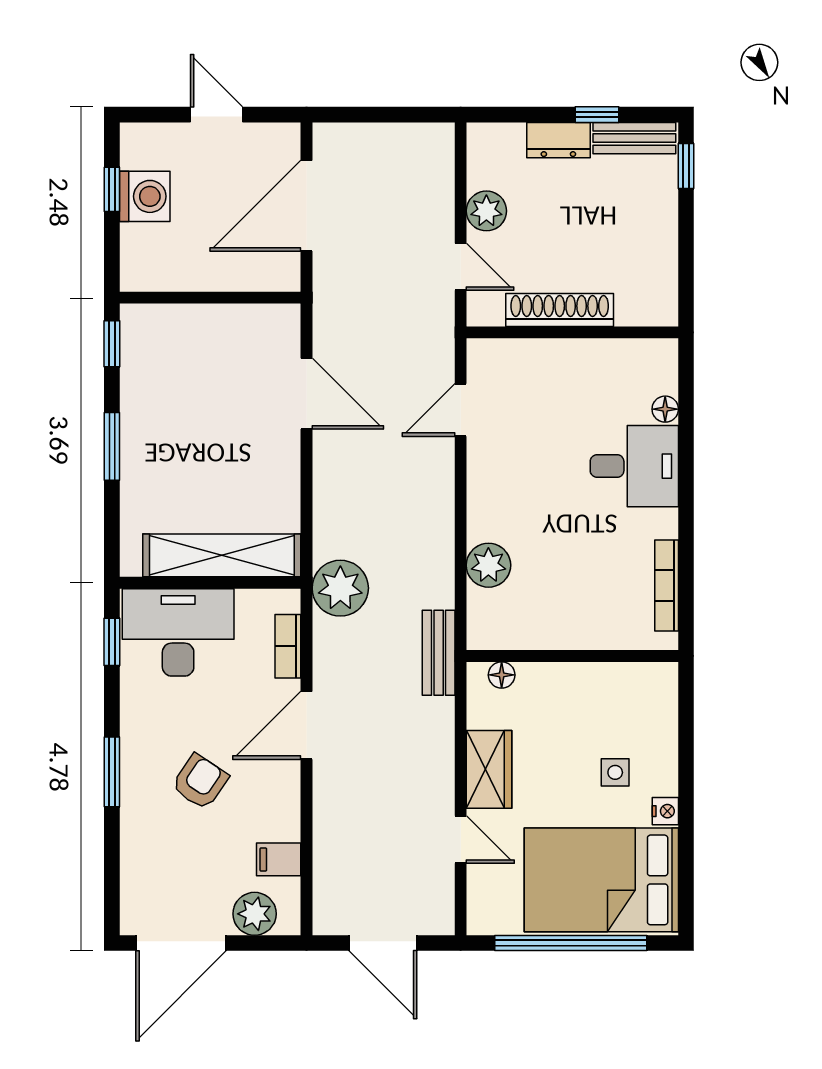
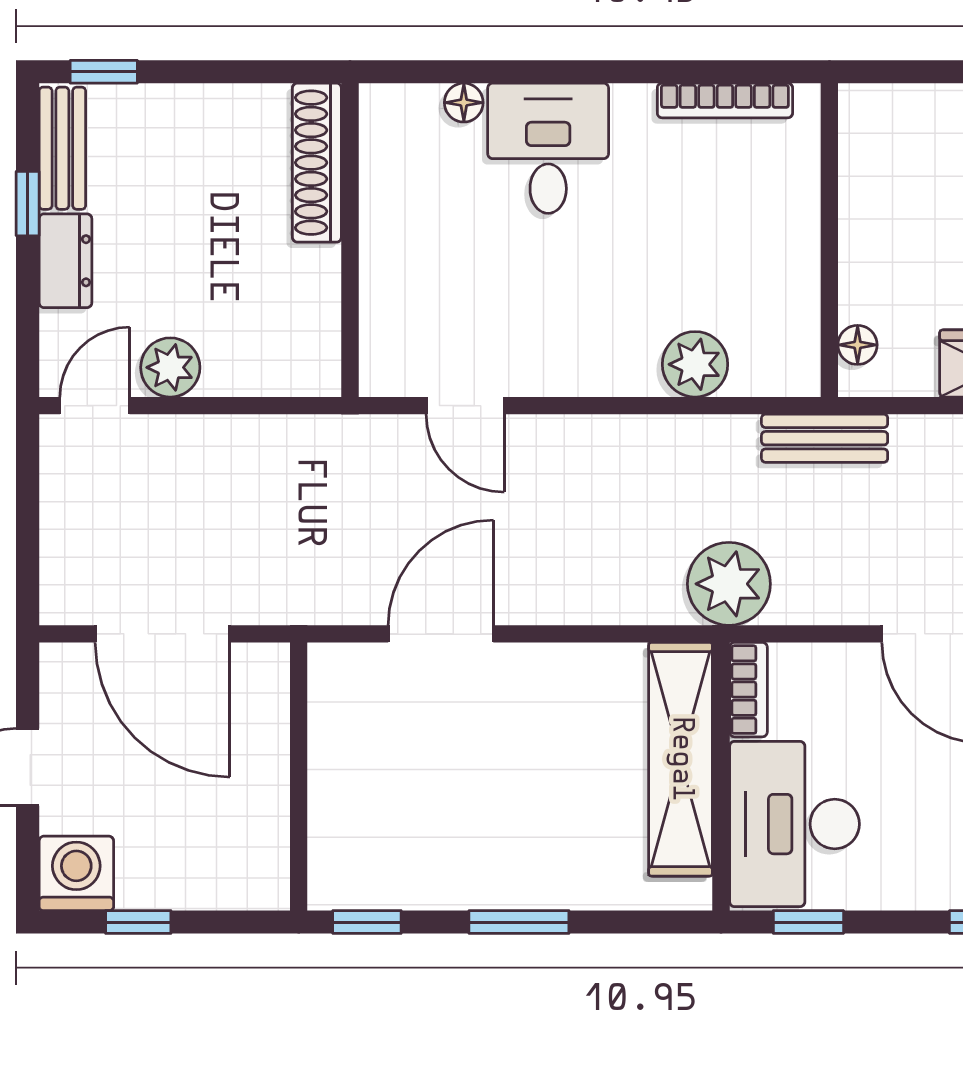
washing machine: (145, 196) -> (76, 873), moved
door: (461, 267) -> (95, 406), moved
shoe rack: (560, 310) -> (317, 163), moved
bookcase: (288, 646) -> (748, 690), moved, turned -90

